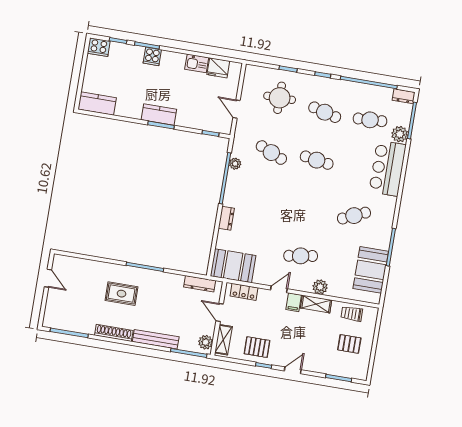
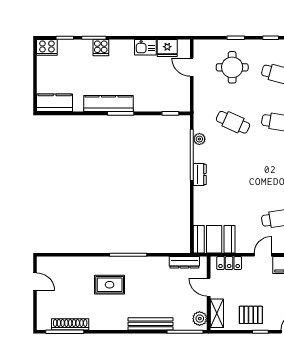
door: (236, 109) -> (192, 67), moved
kitchen counter: (159, 115) -> (109, 103), width x1.50
dresser: (226, 218) -> (200, 174), moved
shoe rack: (114, 333) -> (70, 324), moved

